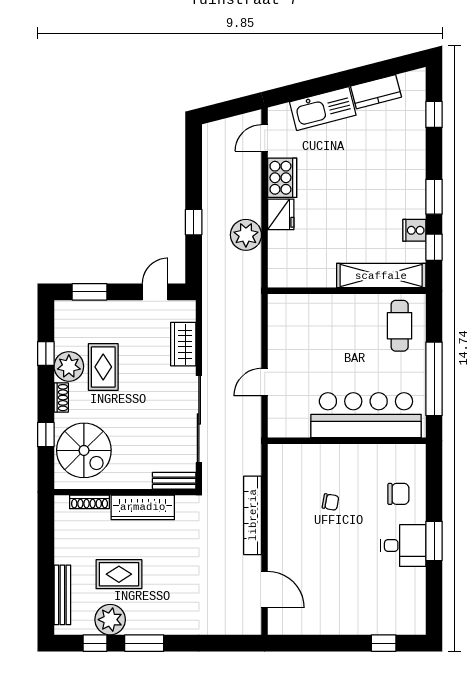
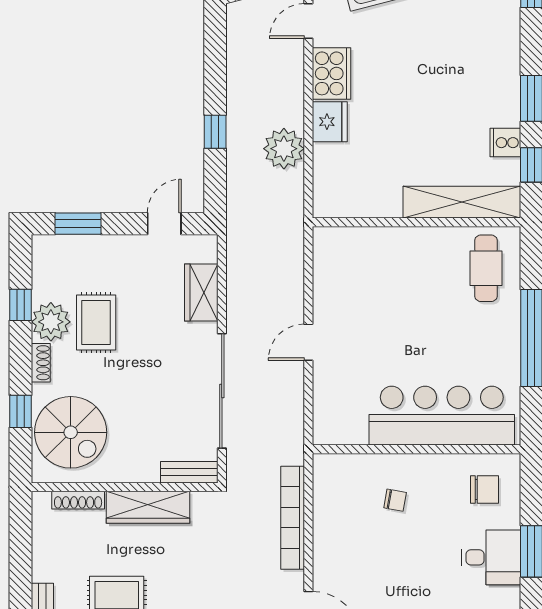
bar counter: (366, 415) -> (442, 416), moved
wall: (347, 441) -> (416, 449), moved

